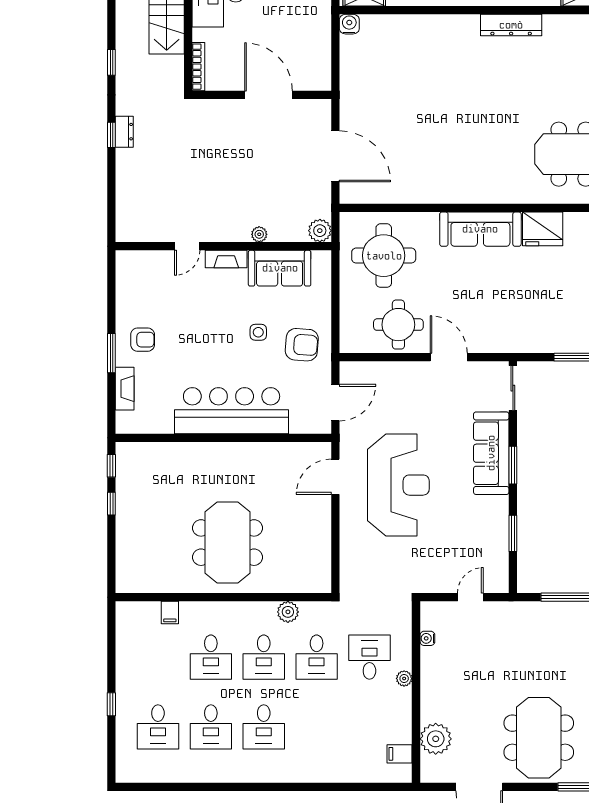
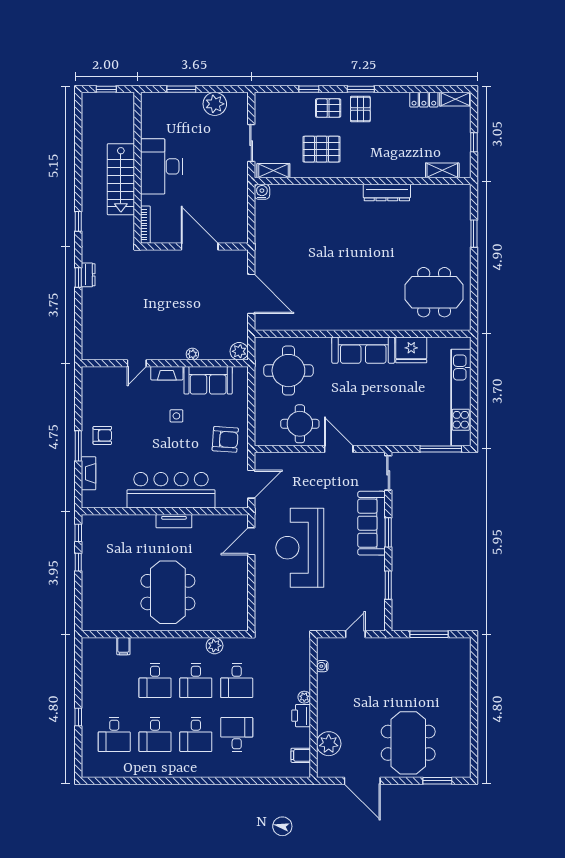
side table: (258, 332) -> (176, 416), moved
tv unit: (235, 451) -> (174, 521), added
reception desk: (398, 485) -> (300, 548), turned 180
desk: (369, 657) -> (237, 734), moved
printer: (400, 702) -> (301, 716), added

